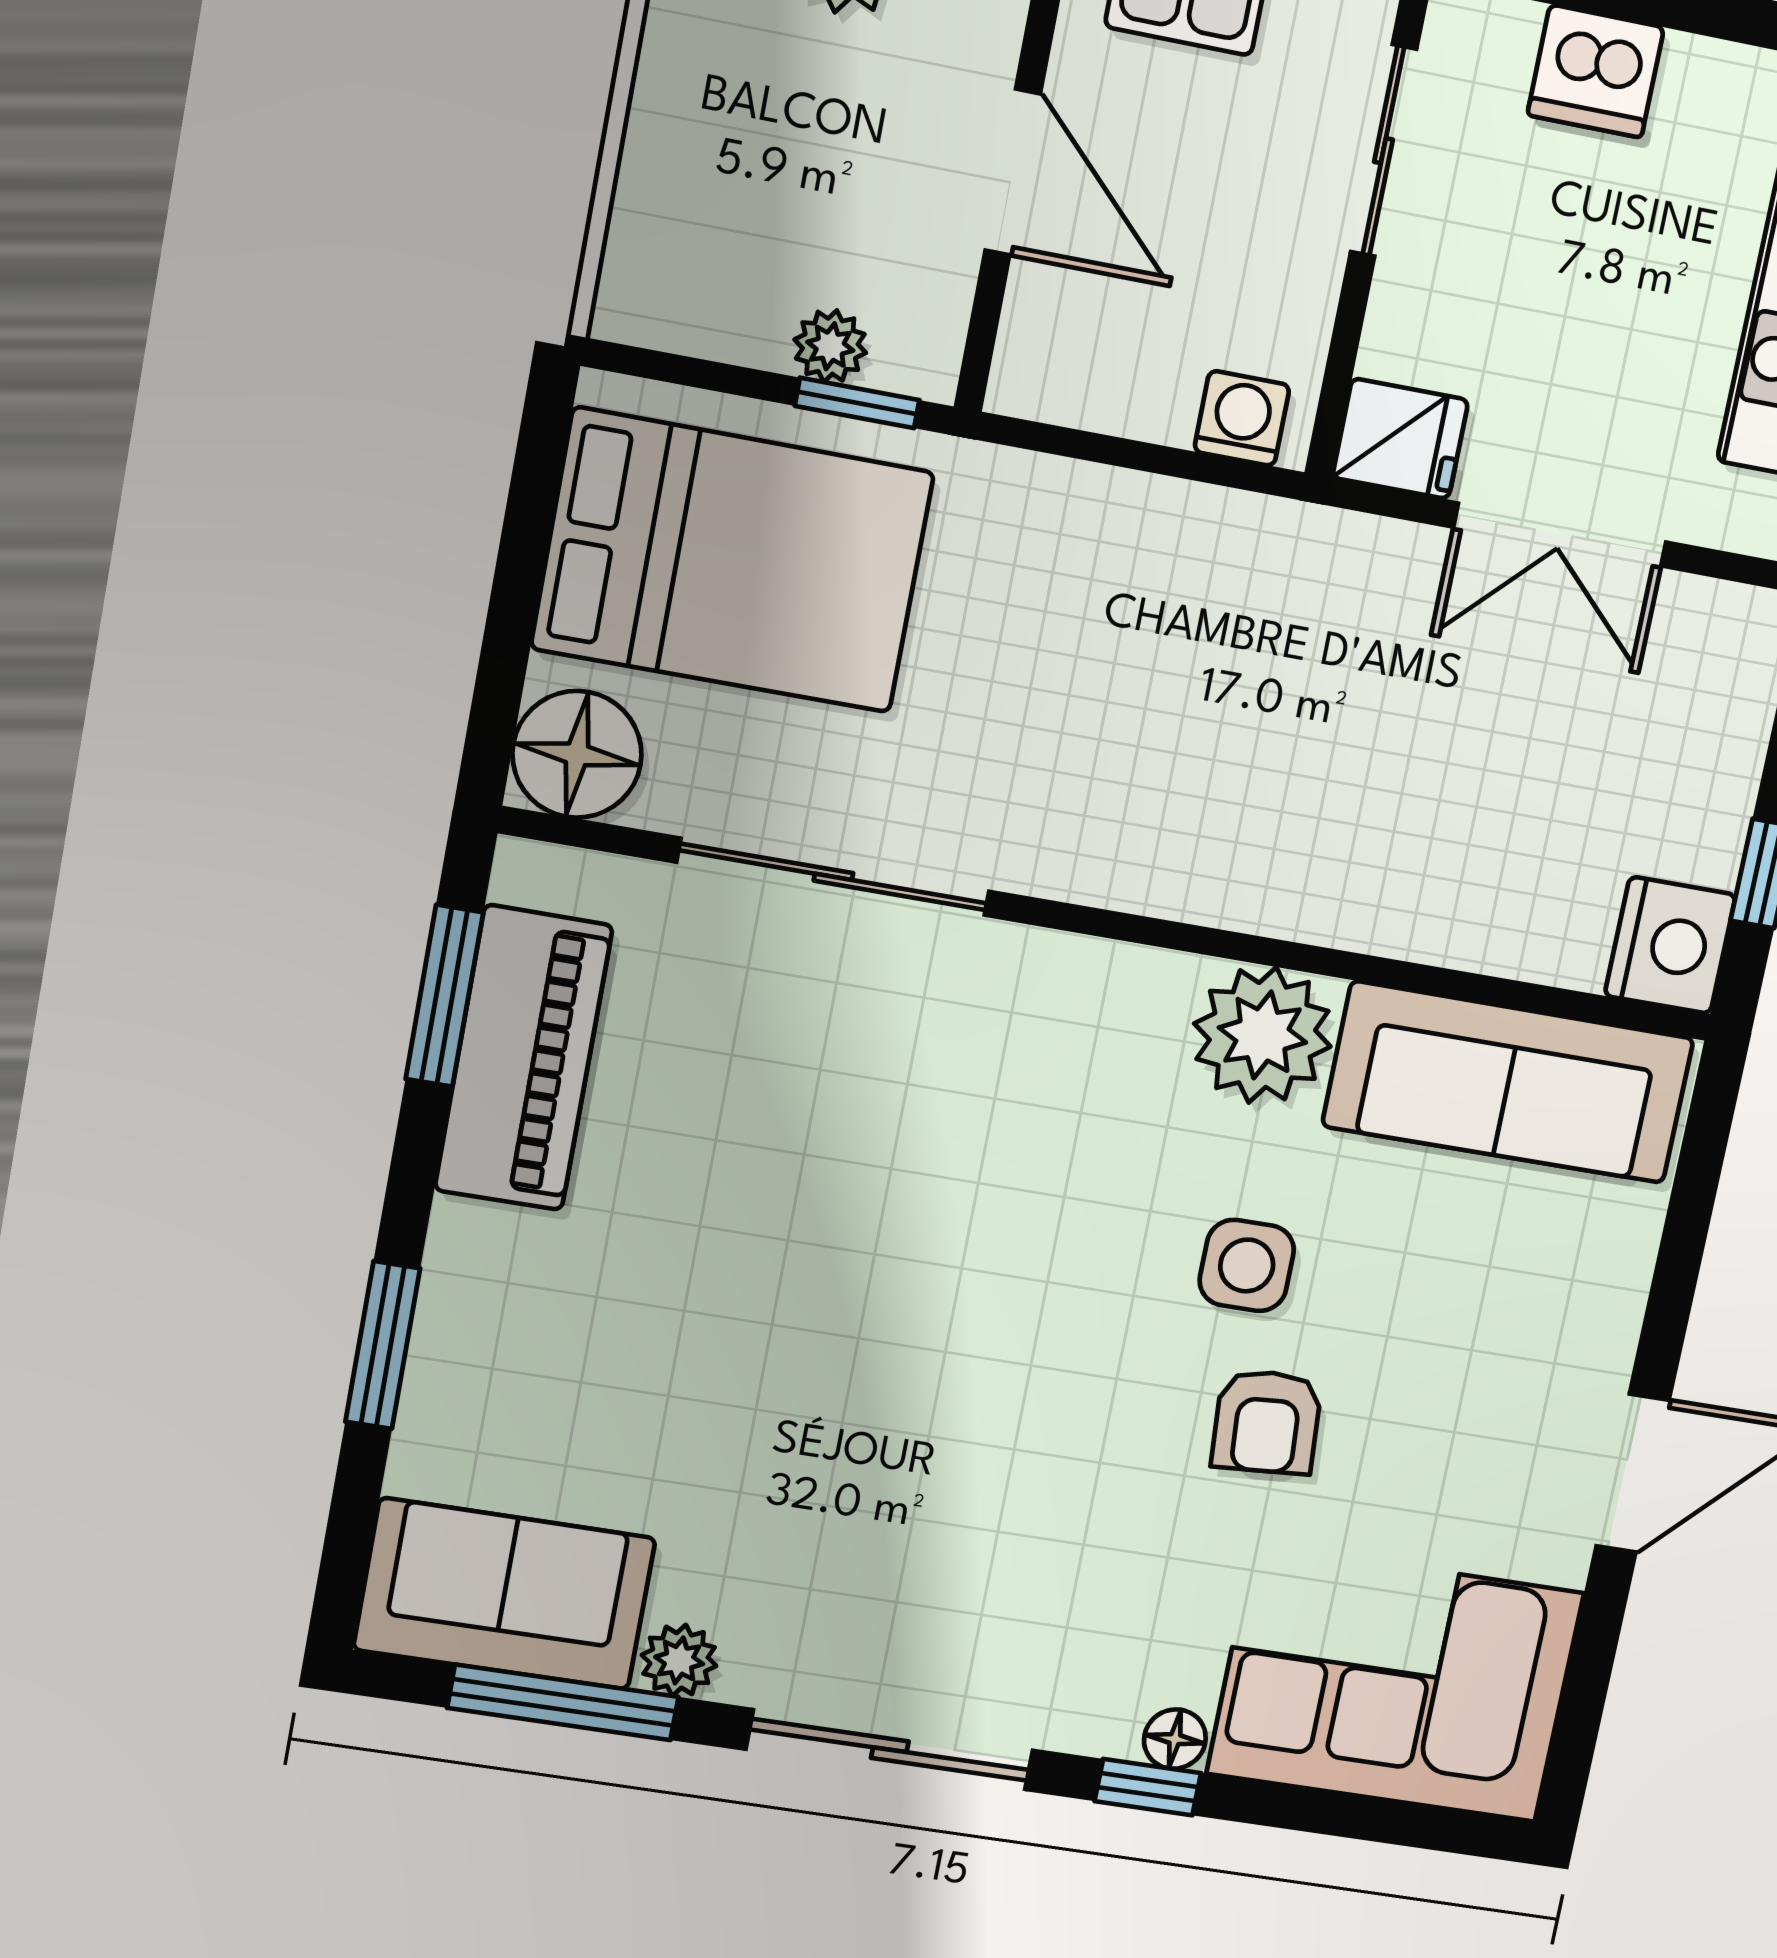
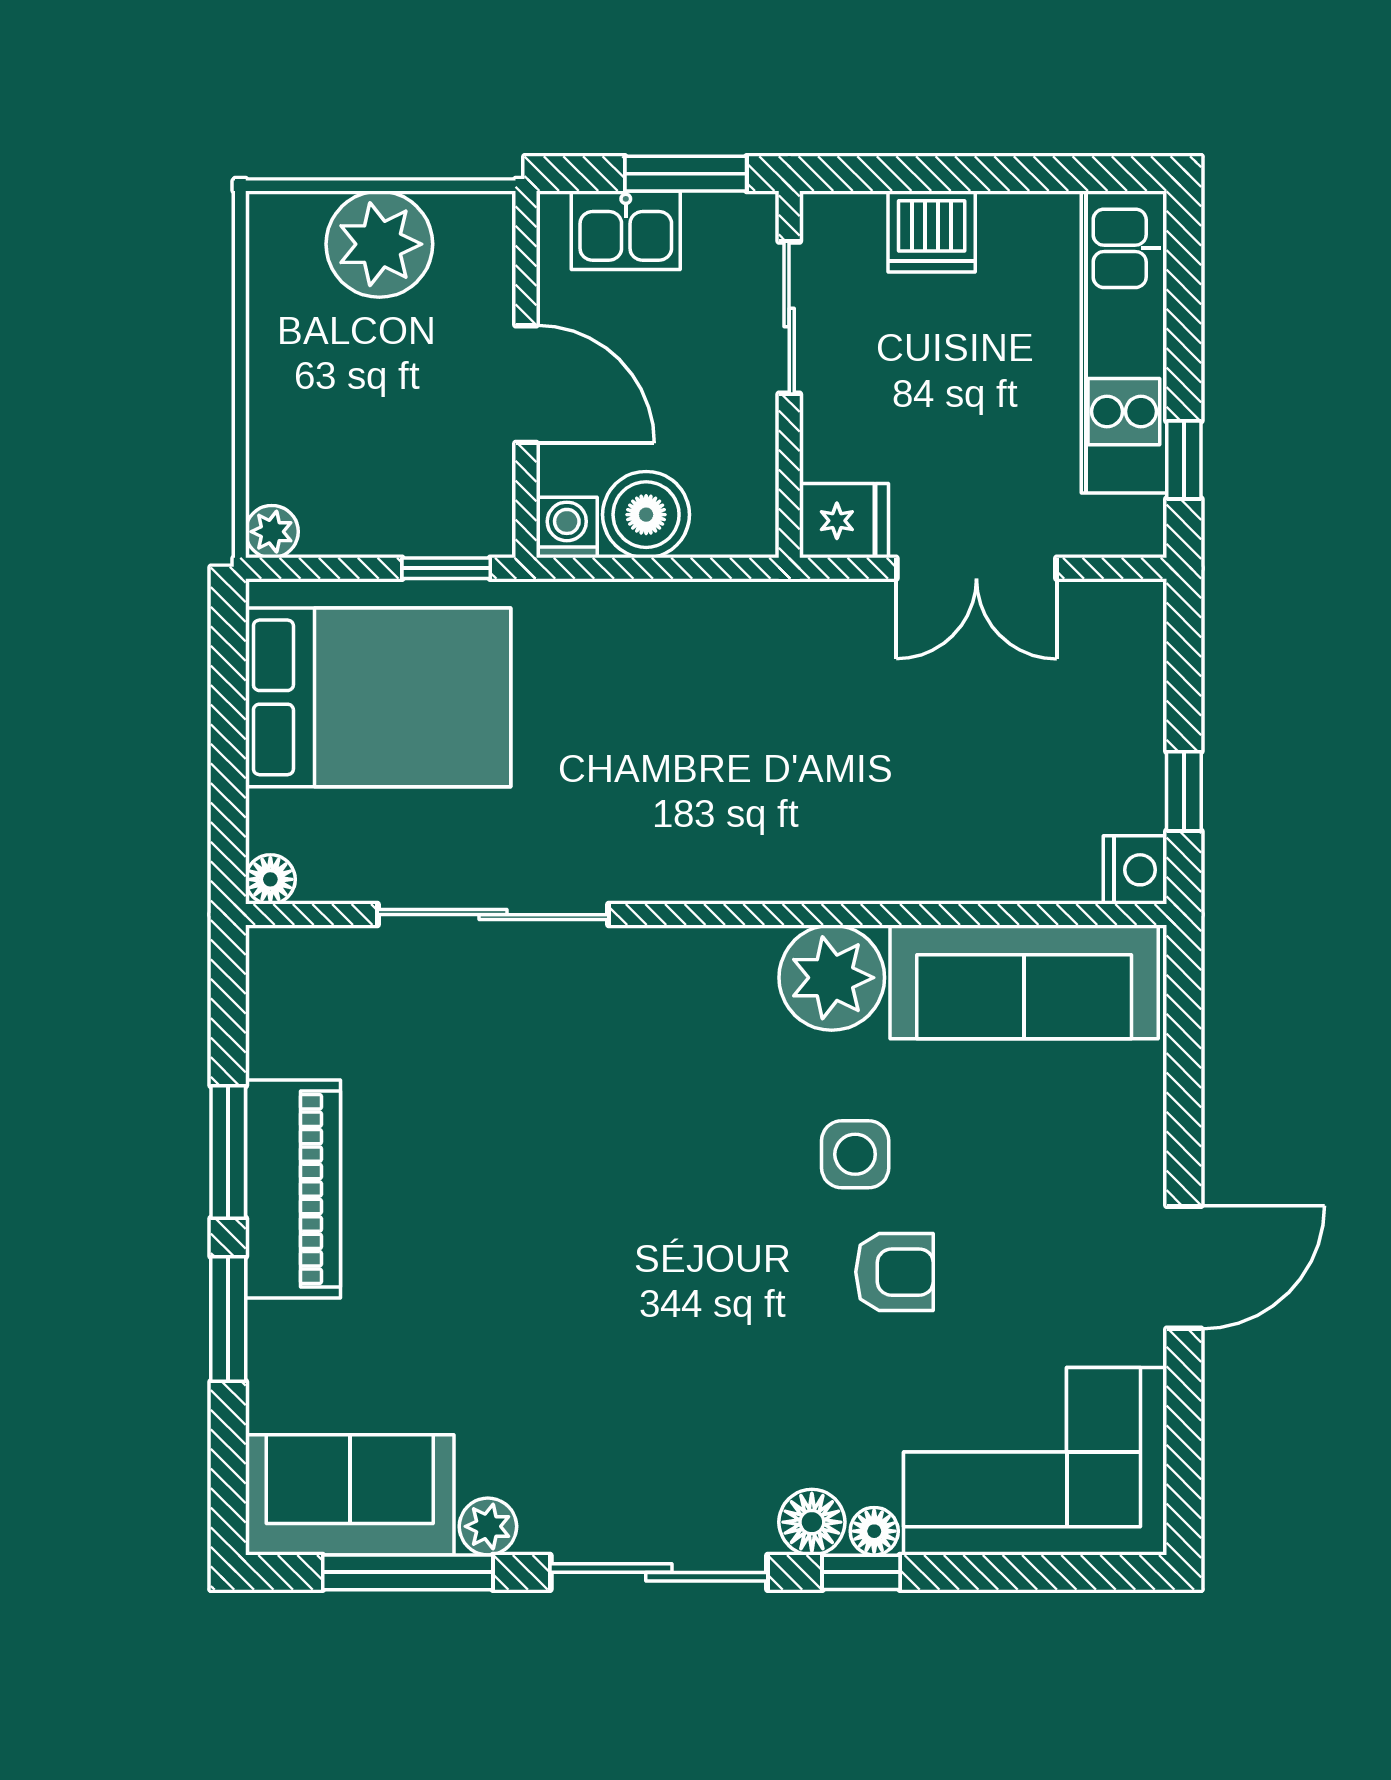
plant: (830, 346) -> (272, 532), moved
boiler: (1140, 381) -> (646, 515), added
washing machine: (1242, 418) -> (567, 528), moved
floor lamp: (577, 754) -> (270, 879), width x0.53, depth x0.53
nightstand: (1670, 945) -> (1135, 870), width x0.74, depth x0.75
window: (444, 996) -> (228, 1152), moved
piano: (523, 1058) -> (293, 1189), moved
armchair: (1267, 1422) -> (894, 1272), turned -86
floor lamp: (1098, 1716) -> (812, 1522), added

